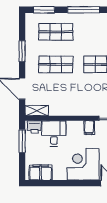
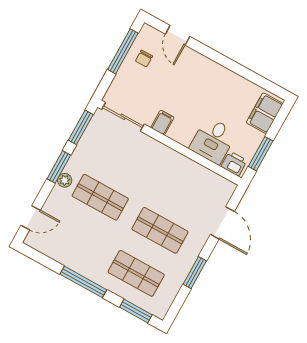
shelving: (37, 111) -> (219, 183), removed
corner desk: (83, 164) -> (197, 79), removed
filing cabinet: (41, 172) -> (265, 113), moved, turned 90

